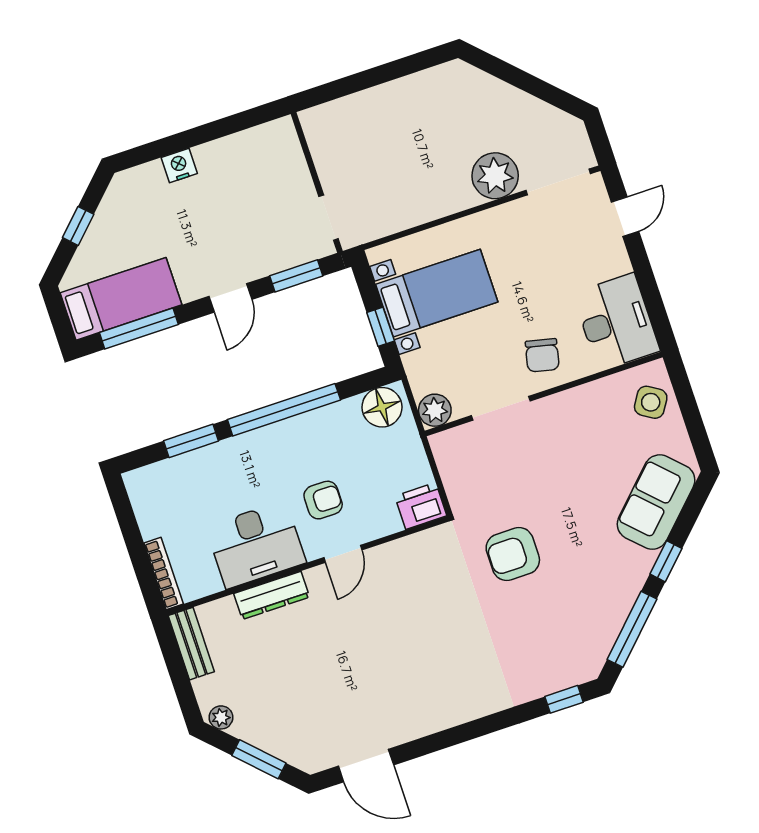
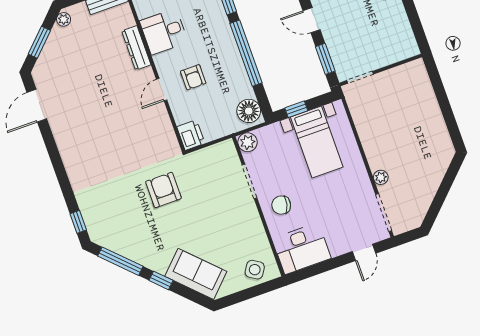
plant: (495, 176) -> (381, 177), width x0.53, depth x0.53
door: (625, 217) -> (364, 252), hinge flipped
desk: (256, 545) -> (164, 32), width x0.73
door: (343, 554) -> (162, 90), hinge flipped

